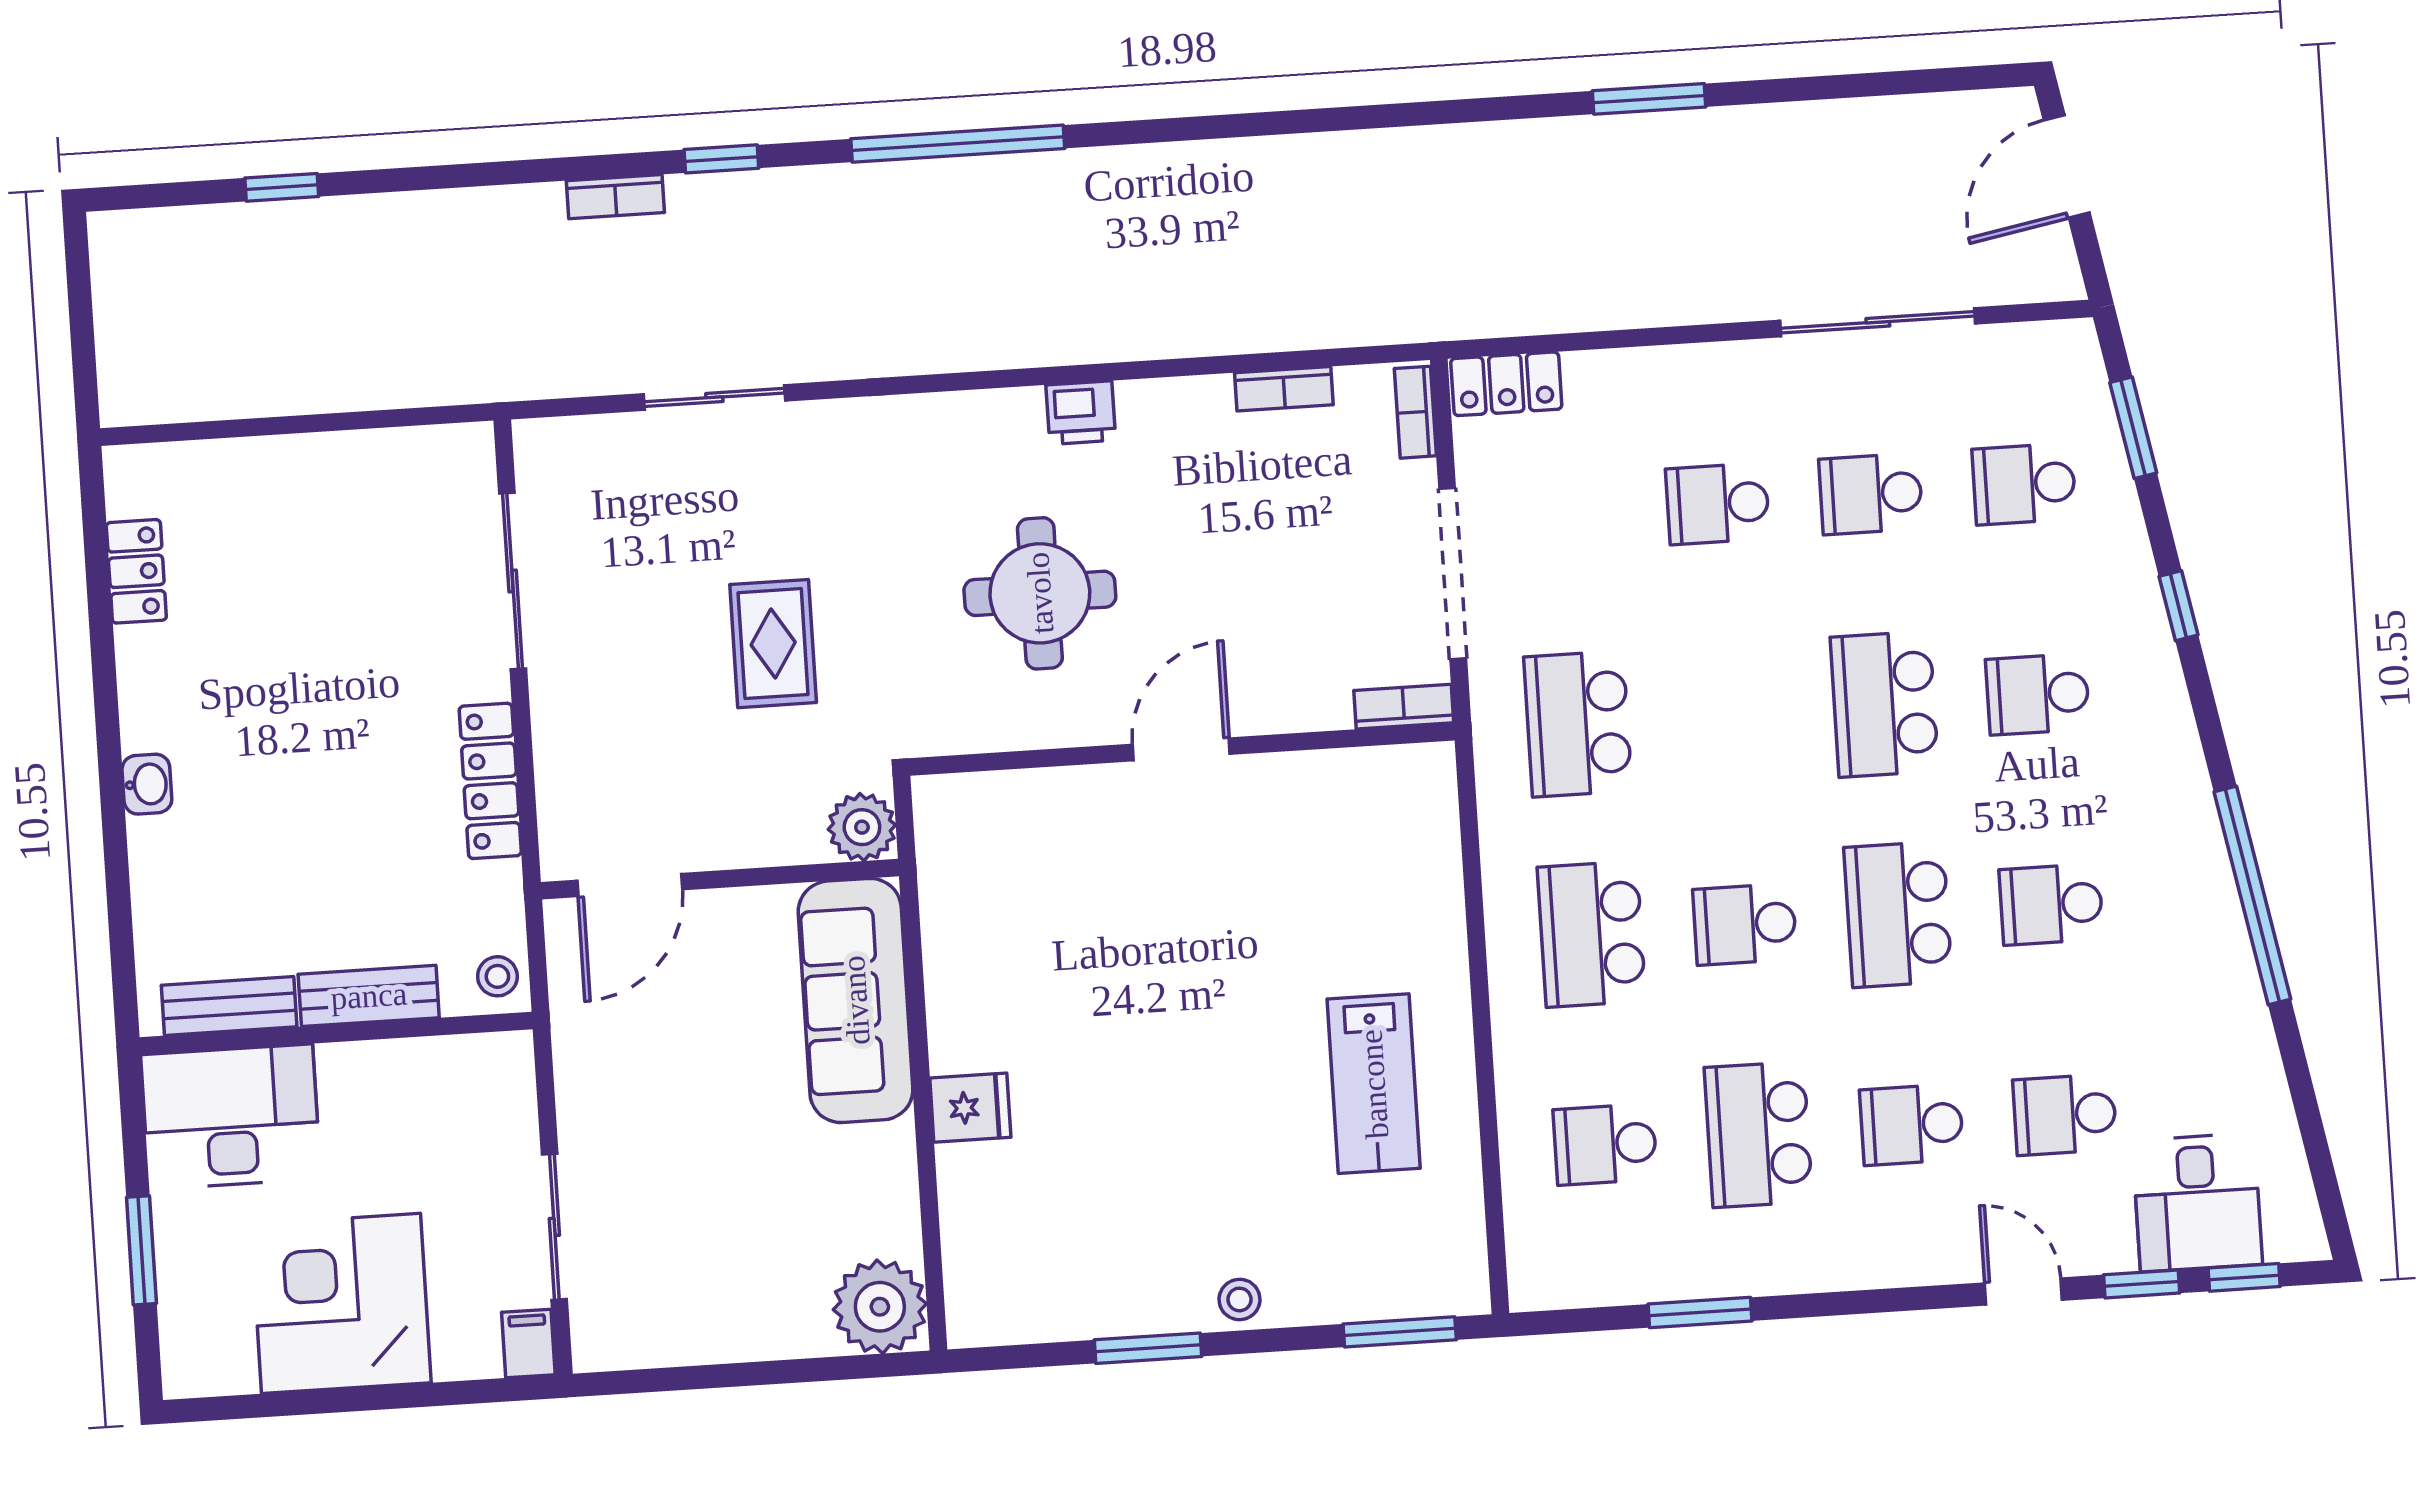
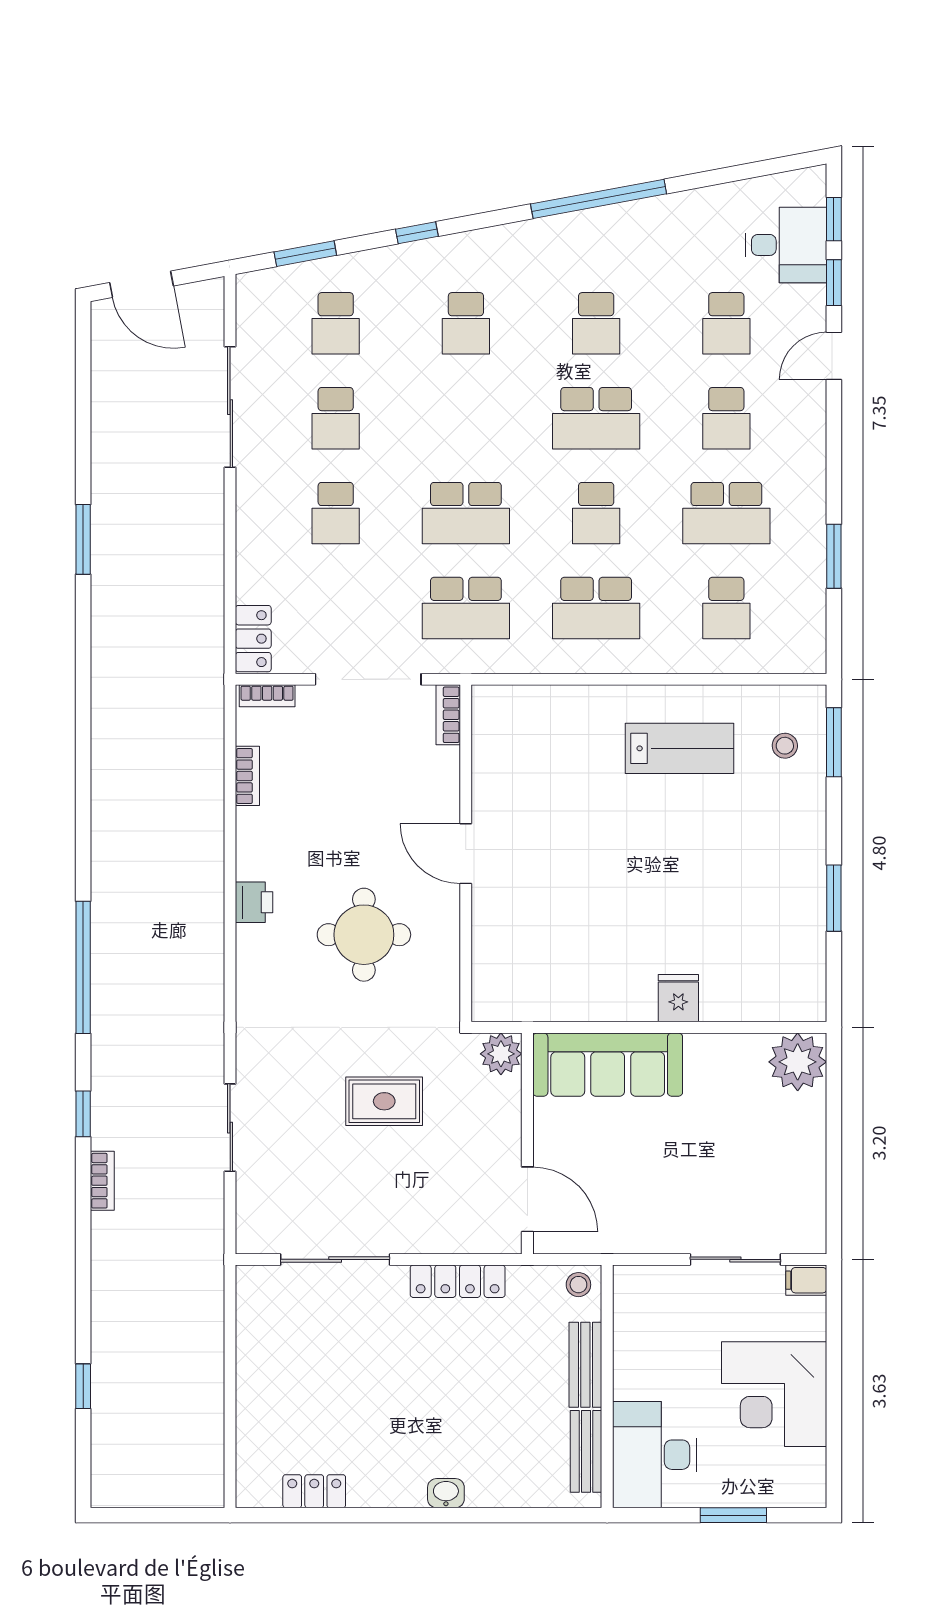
school desk: (1884, 704) -> (466, 513), moved
stool: (1240, 1299) -> (785, 746), moved

